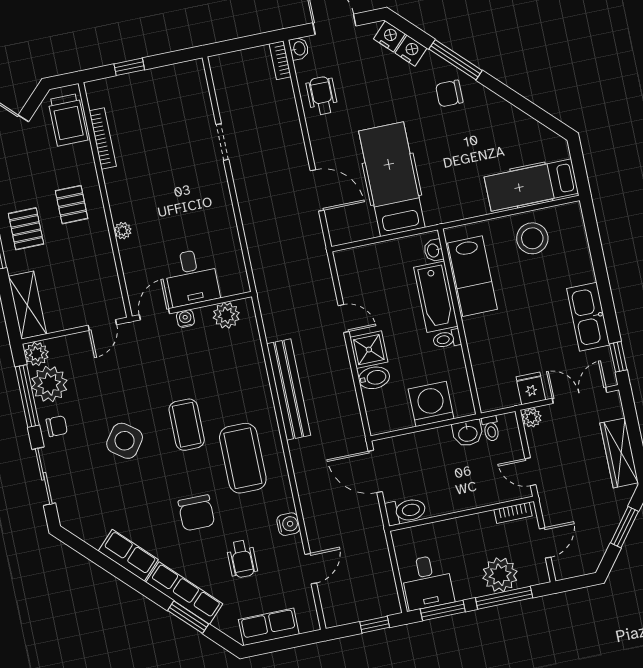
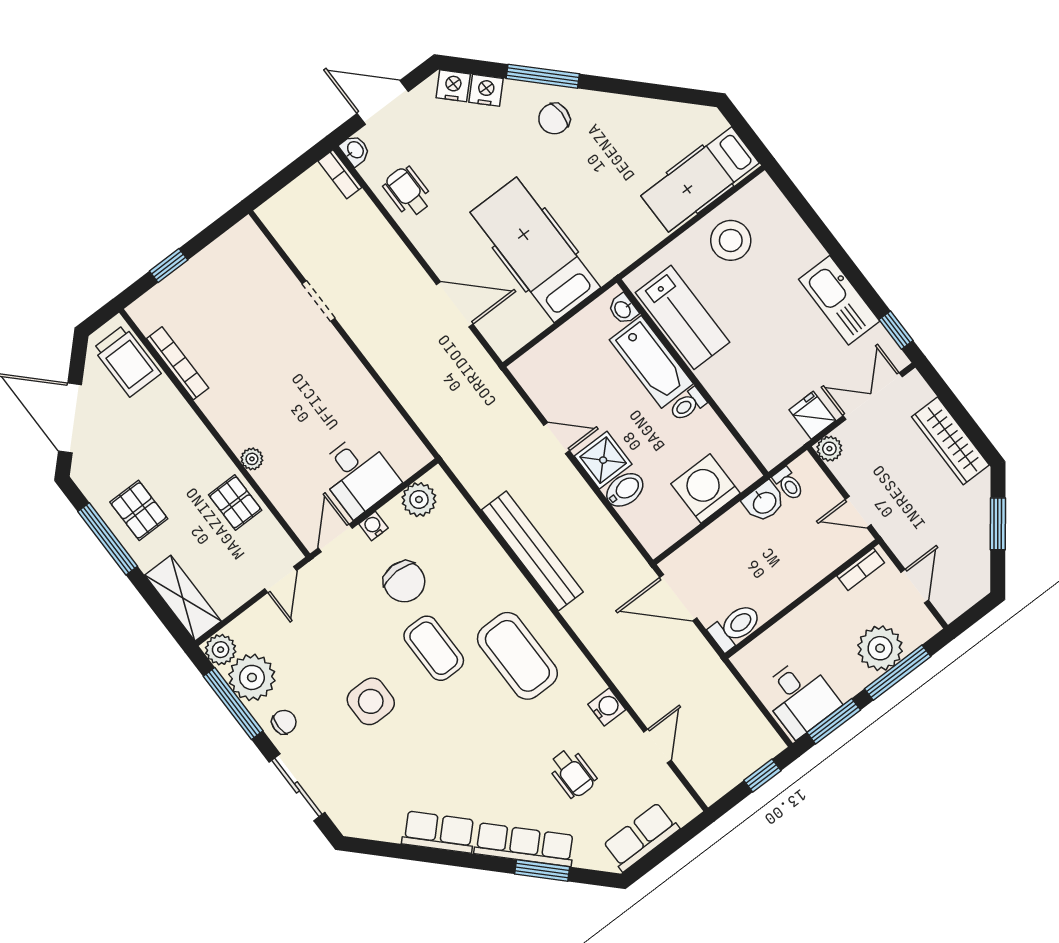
pallet: (72, 205) -> (235, 502), moved
side table: (125, 441) -> (371, 701), turned -36
chair: (196, 513) -> (404, 582), moved

